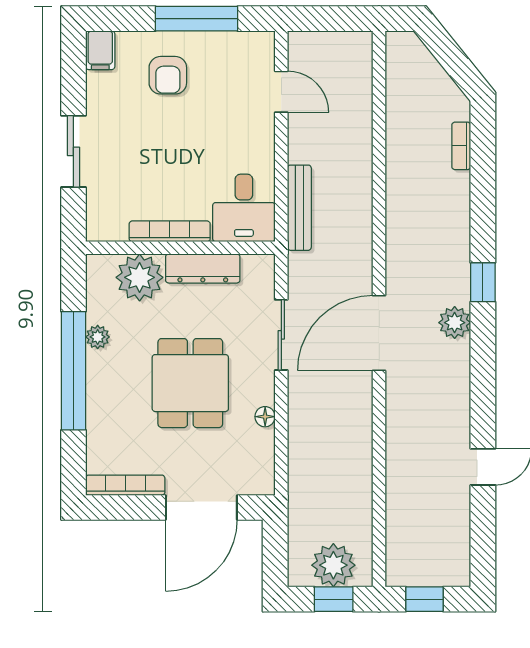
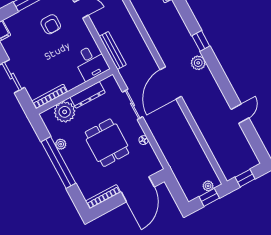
armchair: (168, 75) -> (51, 24), moved
bookcase: (170, 231) -> (50, 97), moved
plant: (333, 565) -> (208, 186), width x0.53, depth x0.53

